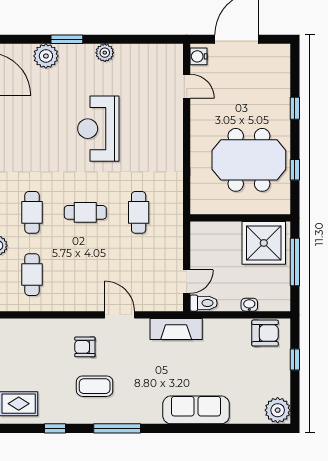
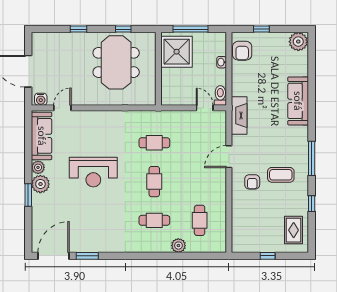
plant: (46, 56) -> (40, 184), moved
sofa: (148, 58) -> (42, 136), added
cafe table: (32, 275) -> (200, 220), turned 90
armchair: (265, 333) -> (242, 51), turned 180
coffee table: (95, 386) -> (281, 175), turned 90

